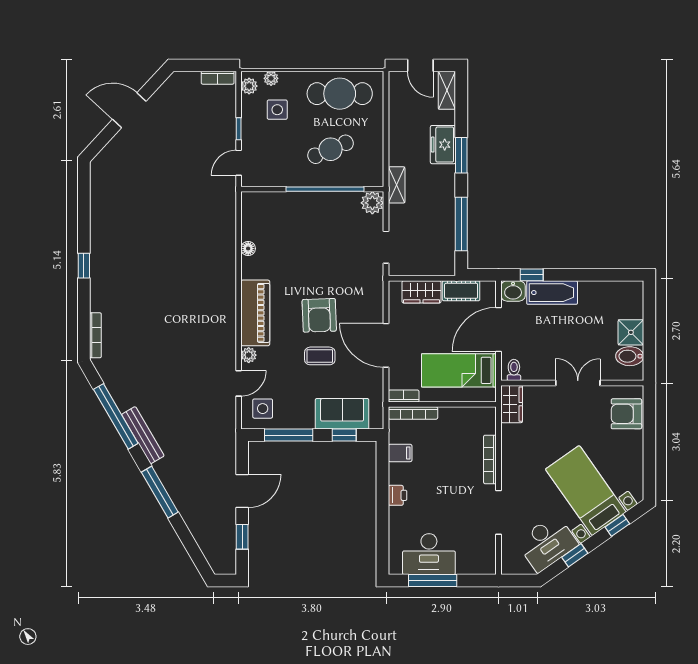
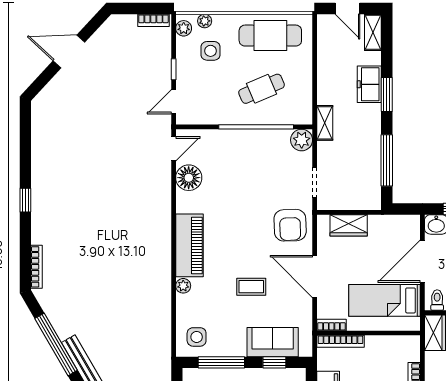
floor lamp: (248, 249) -> (189, 178), width x1.89, depth x1.89
cot: (461, 291) -> (387, 224), removed
armchair: (319, 315) -> (290, 225), moved
door: (239, 383) -> (174, 149), moved

